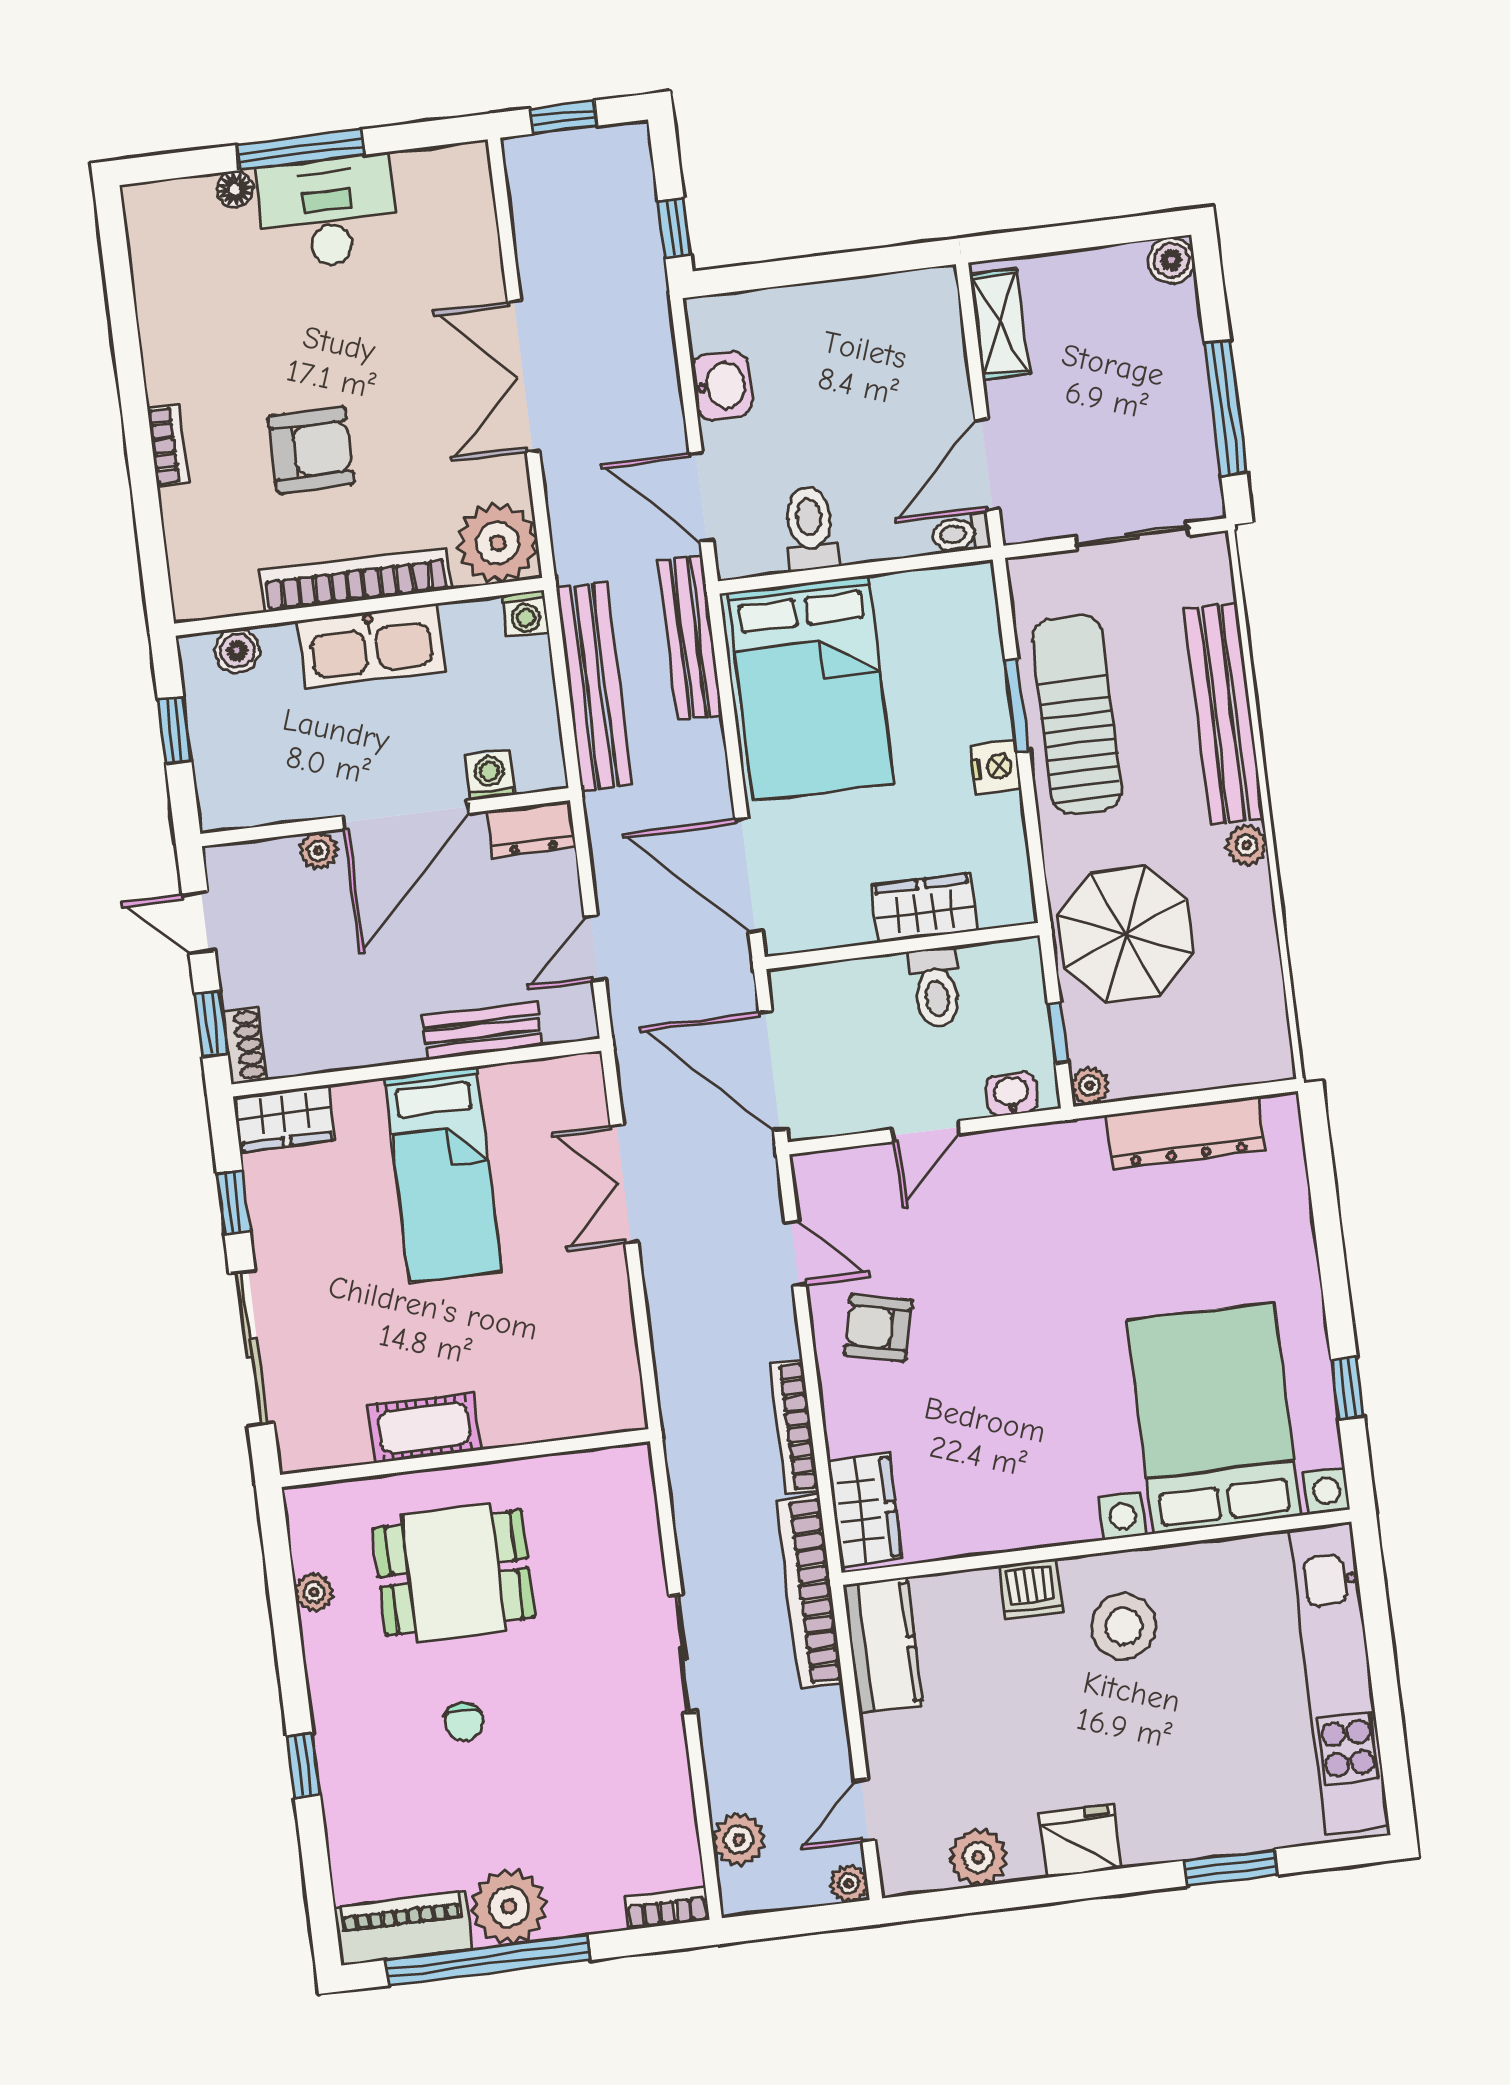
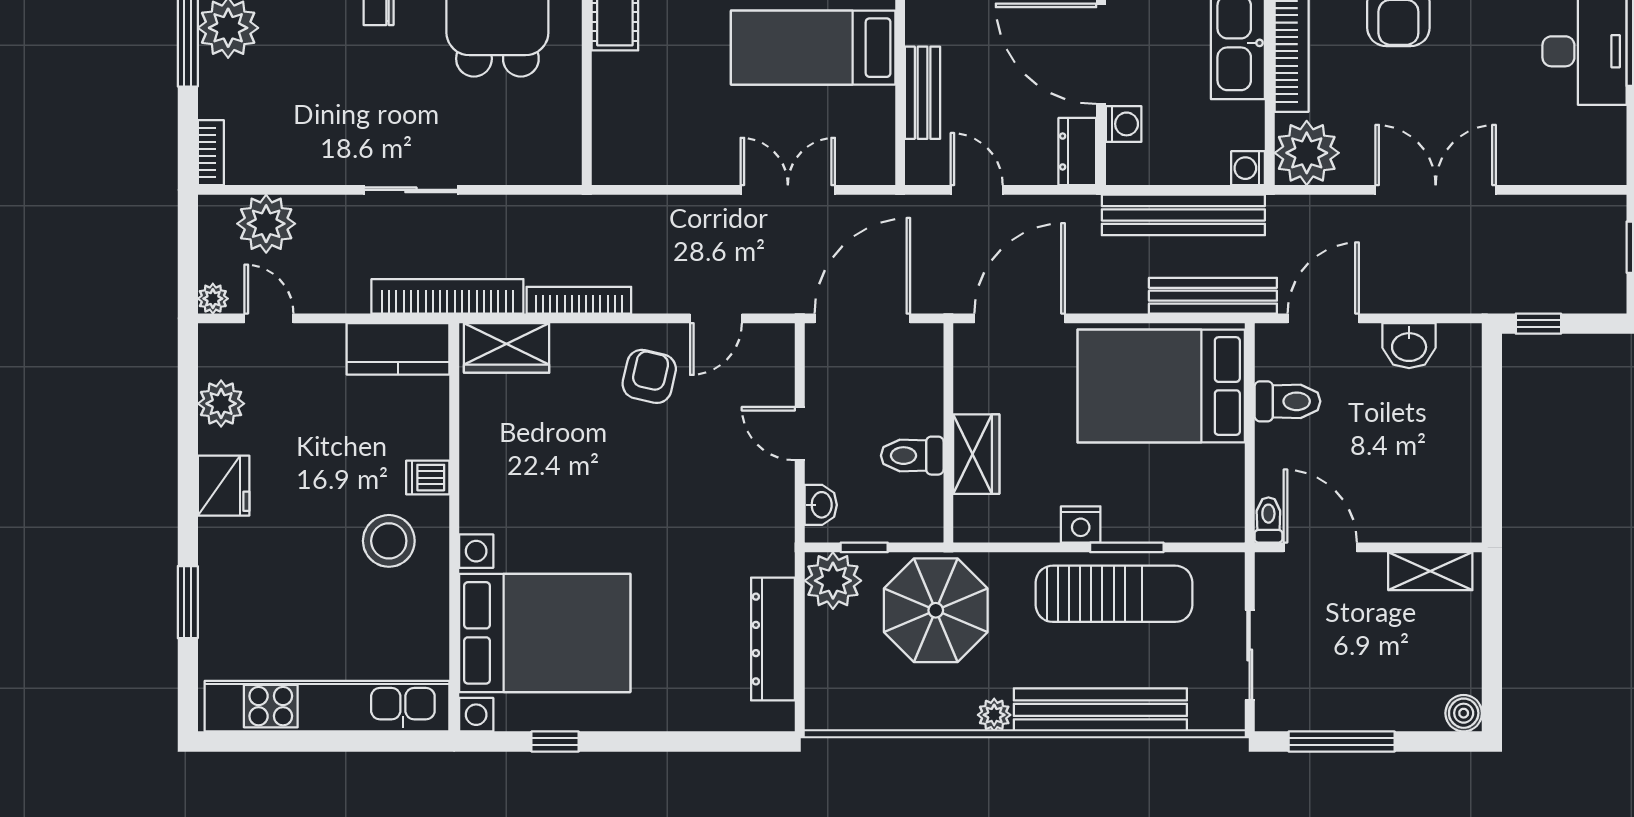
plant: (1090, 1086) -> (833, 581), width x1.88, depth x1.88
dishwasher: (1031, 1589) -> (428, 478), width x0.73
plant: (739, 1840) -> (266, 224), width x1.36, depth x1.36

